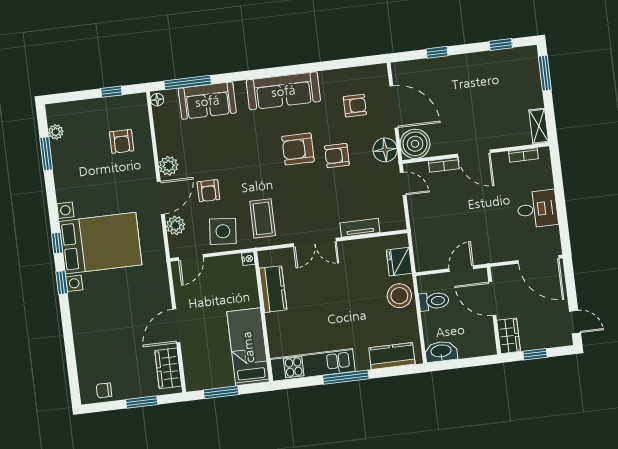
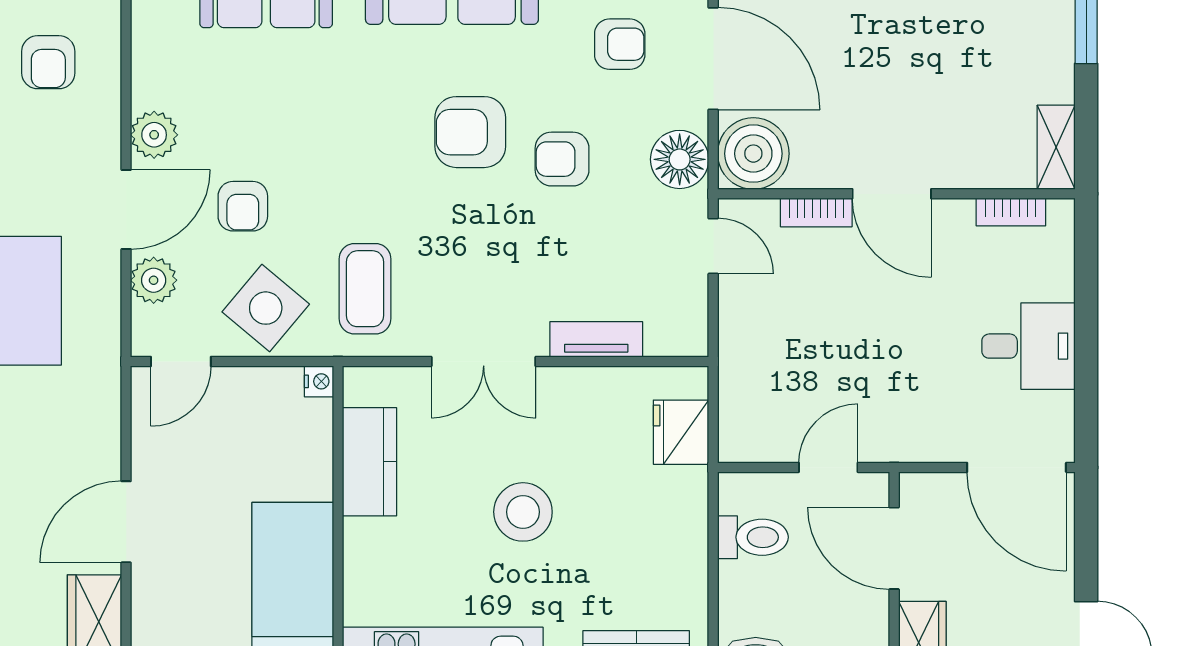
side table: (223, 231) -> (266, 308), turned 35
stool: (399, 296) -> (523, 512), moved

